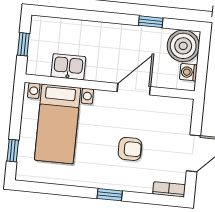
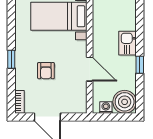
window: (151, 22) -> (140, 65), moved
kitchen sink: (68, 67) -> (128, 43), moved, turned 180

